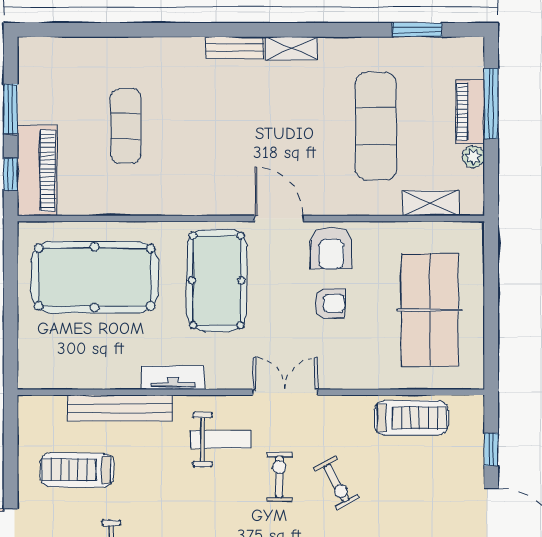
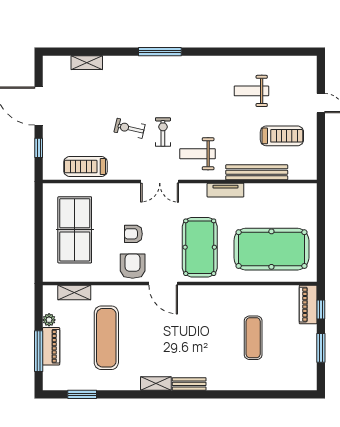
piano: (37, 171) -> (308, 305), width x0.73, depth x0.75
exercise bike: (279, 477) -> (163, 132), turned 180
exercise bike: (336, 483) -> (129, 128), turned -48

